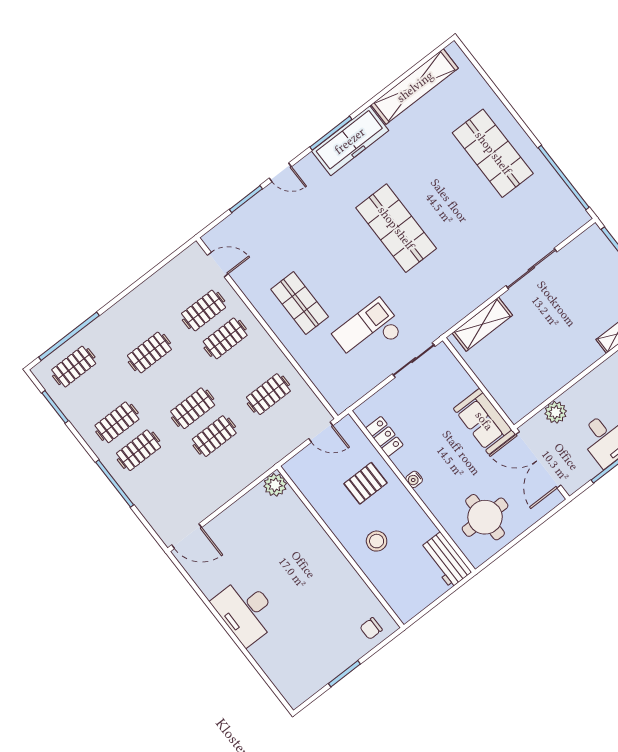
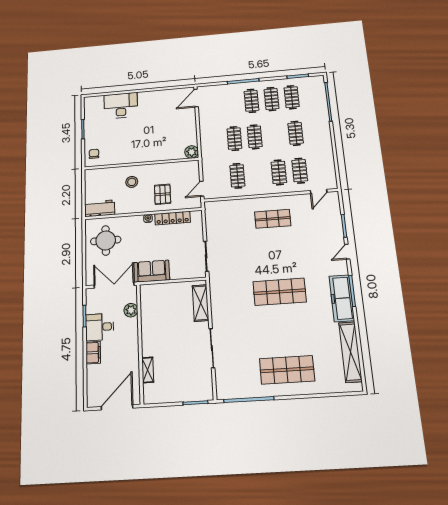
checkout: (368, 332) -> (235, 243), removed
clothes rail: (74, 367) -> (292, 97), moved
locker: (384, 436) -> (172, 218), width x1.53
desk: (246, 611) -> (121, 106), moved

